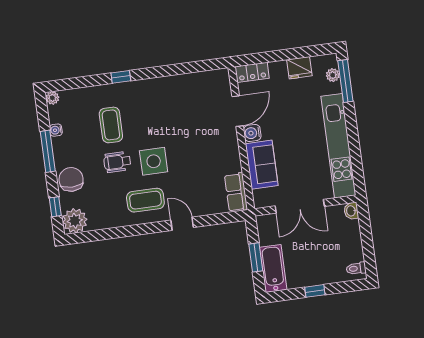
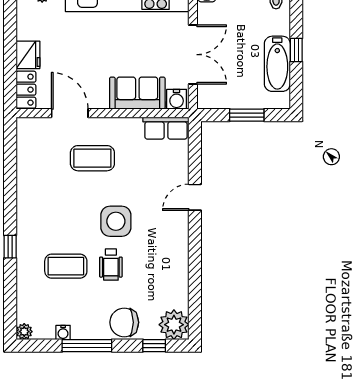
fridge: (299, 68) -> (28, 55), moved
water cooler: (252, 133) -> (177, 99), moved
coffee table: (145, 200) -> (92, 158), moved, turned 90
bathtub: (273, 268) -> (277, 64), moved, turned -90

